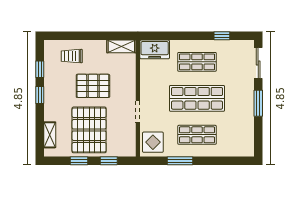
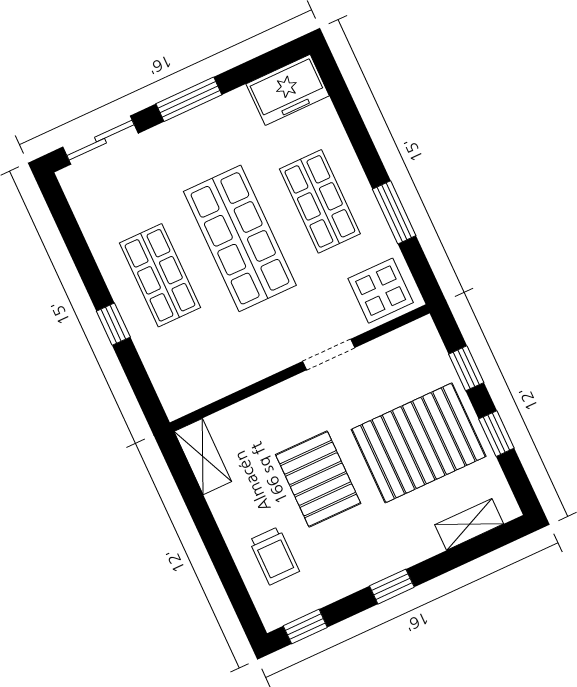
window: (222, 36) -> (113, 324), moved
freezer: (155, 49) -> (288, 90), moved, turned 90
window: (40, 69) -> (305, 627), moved

